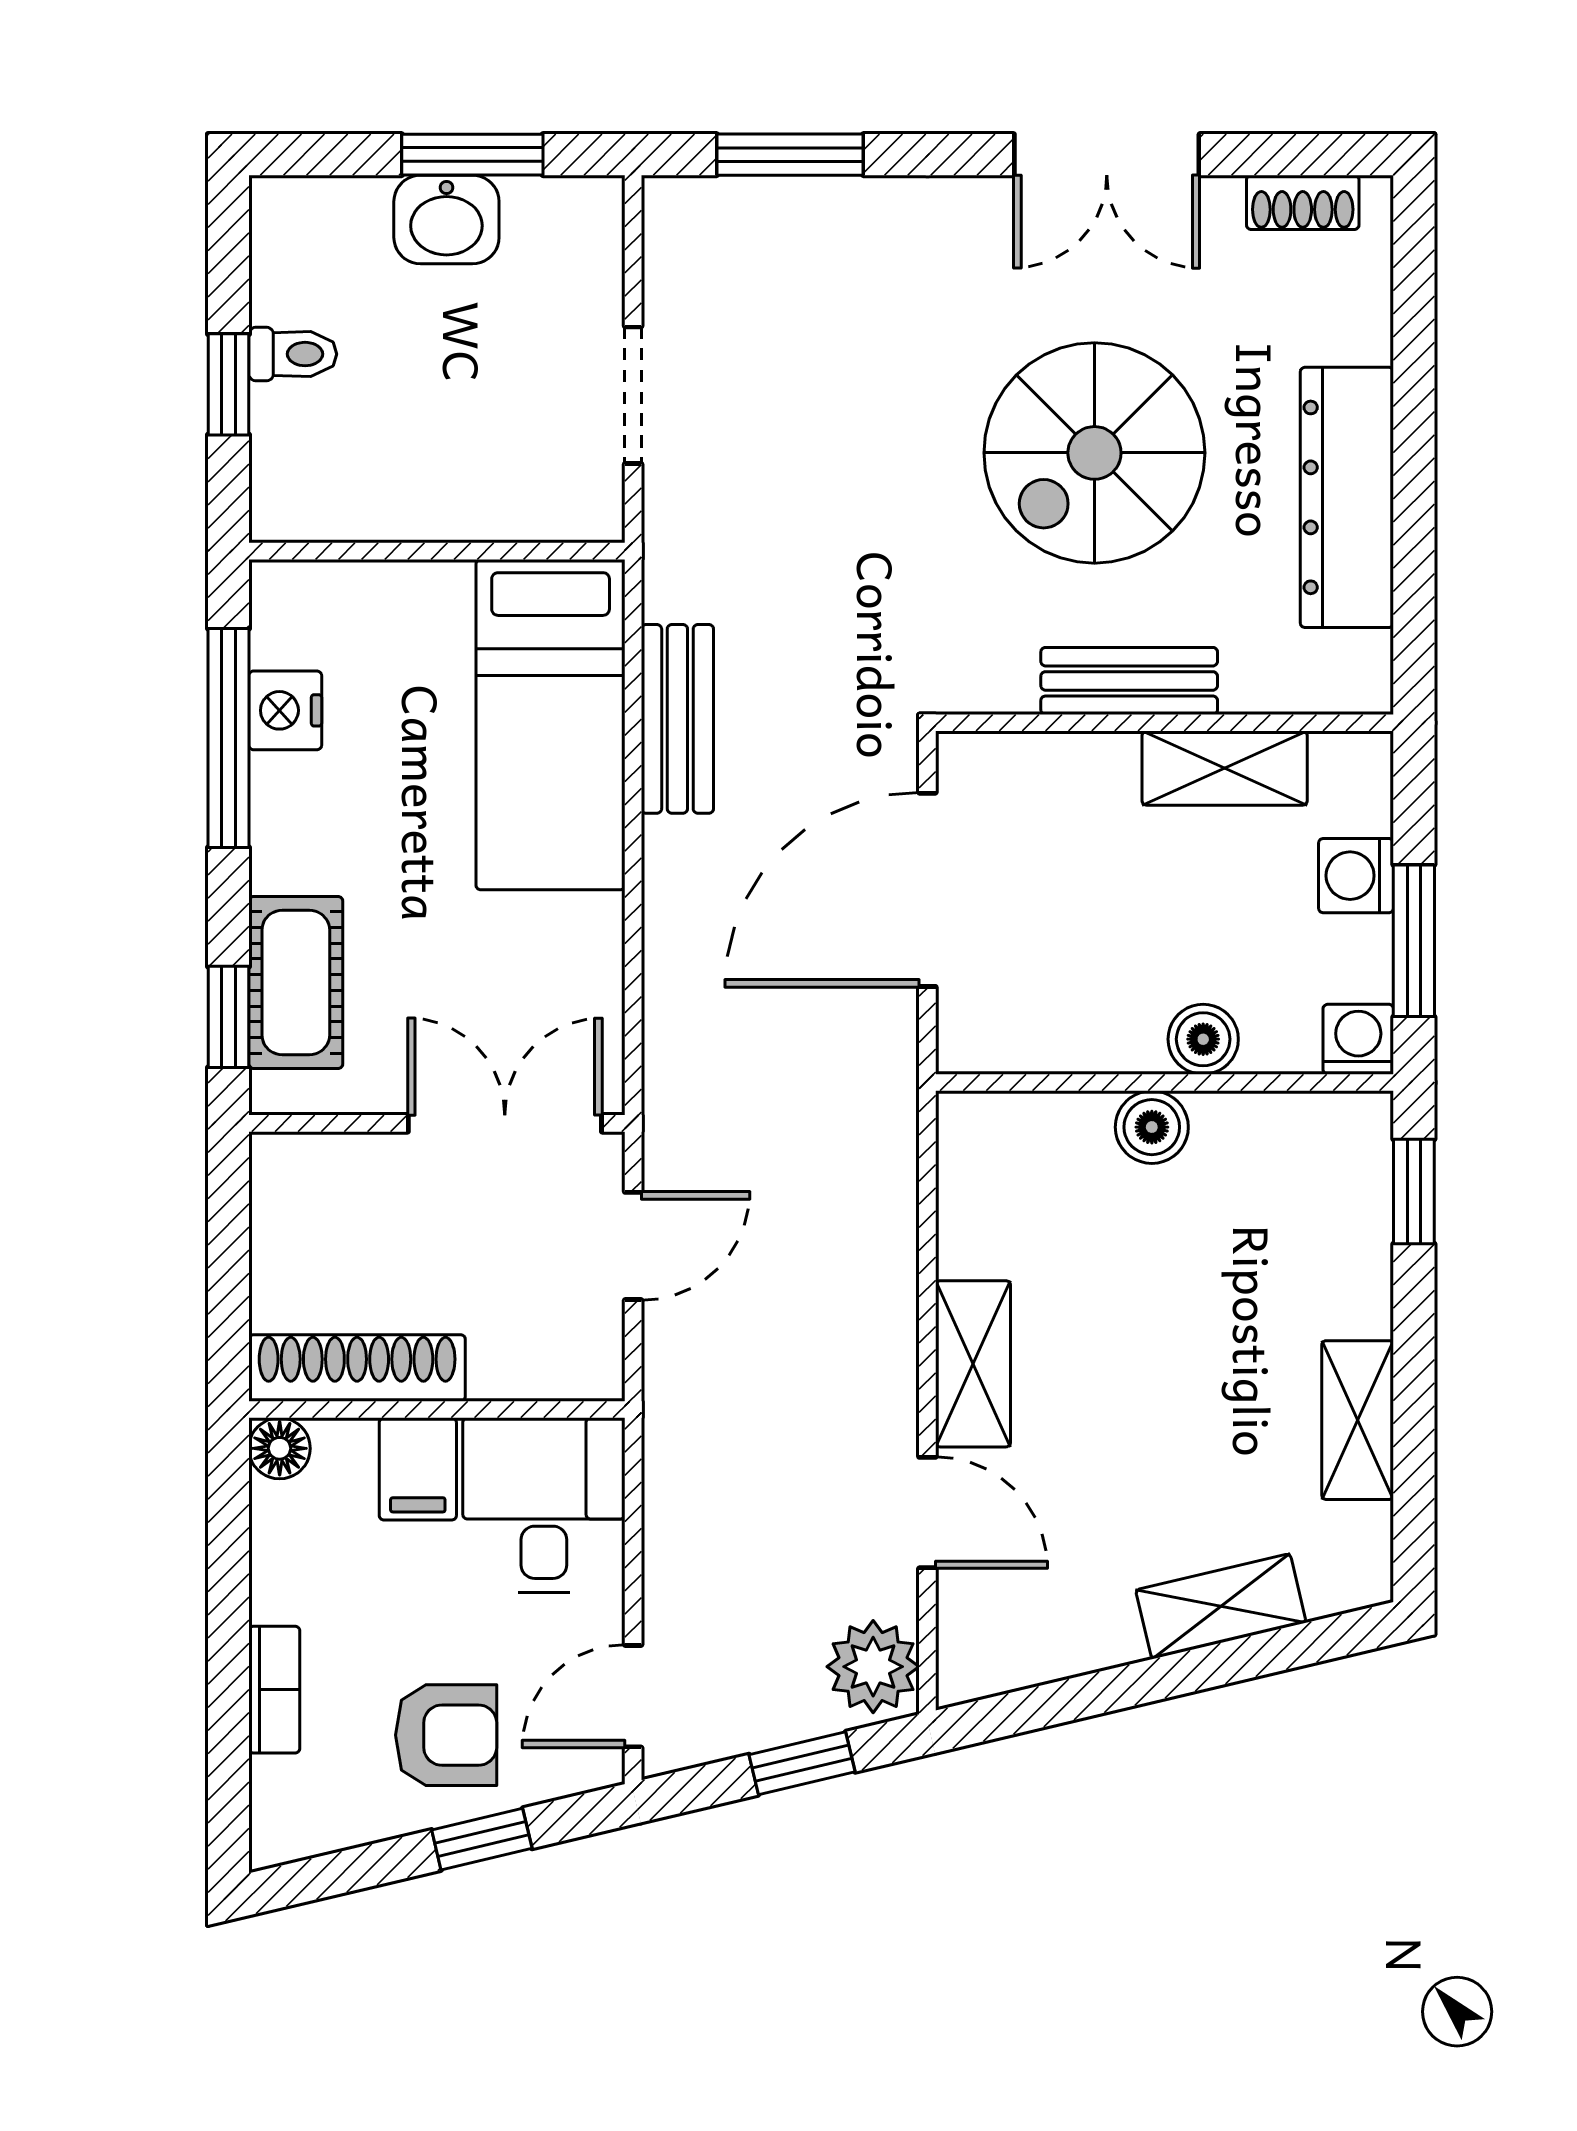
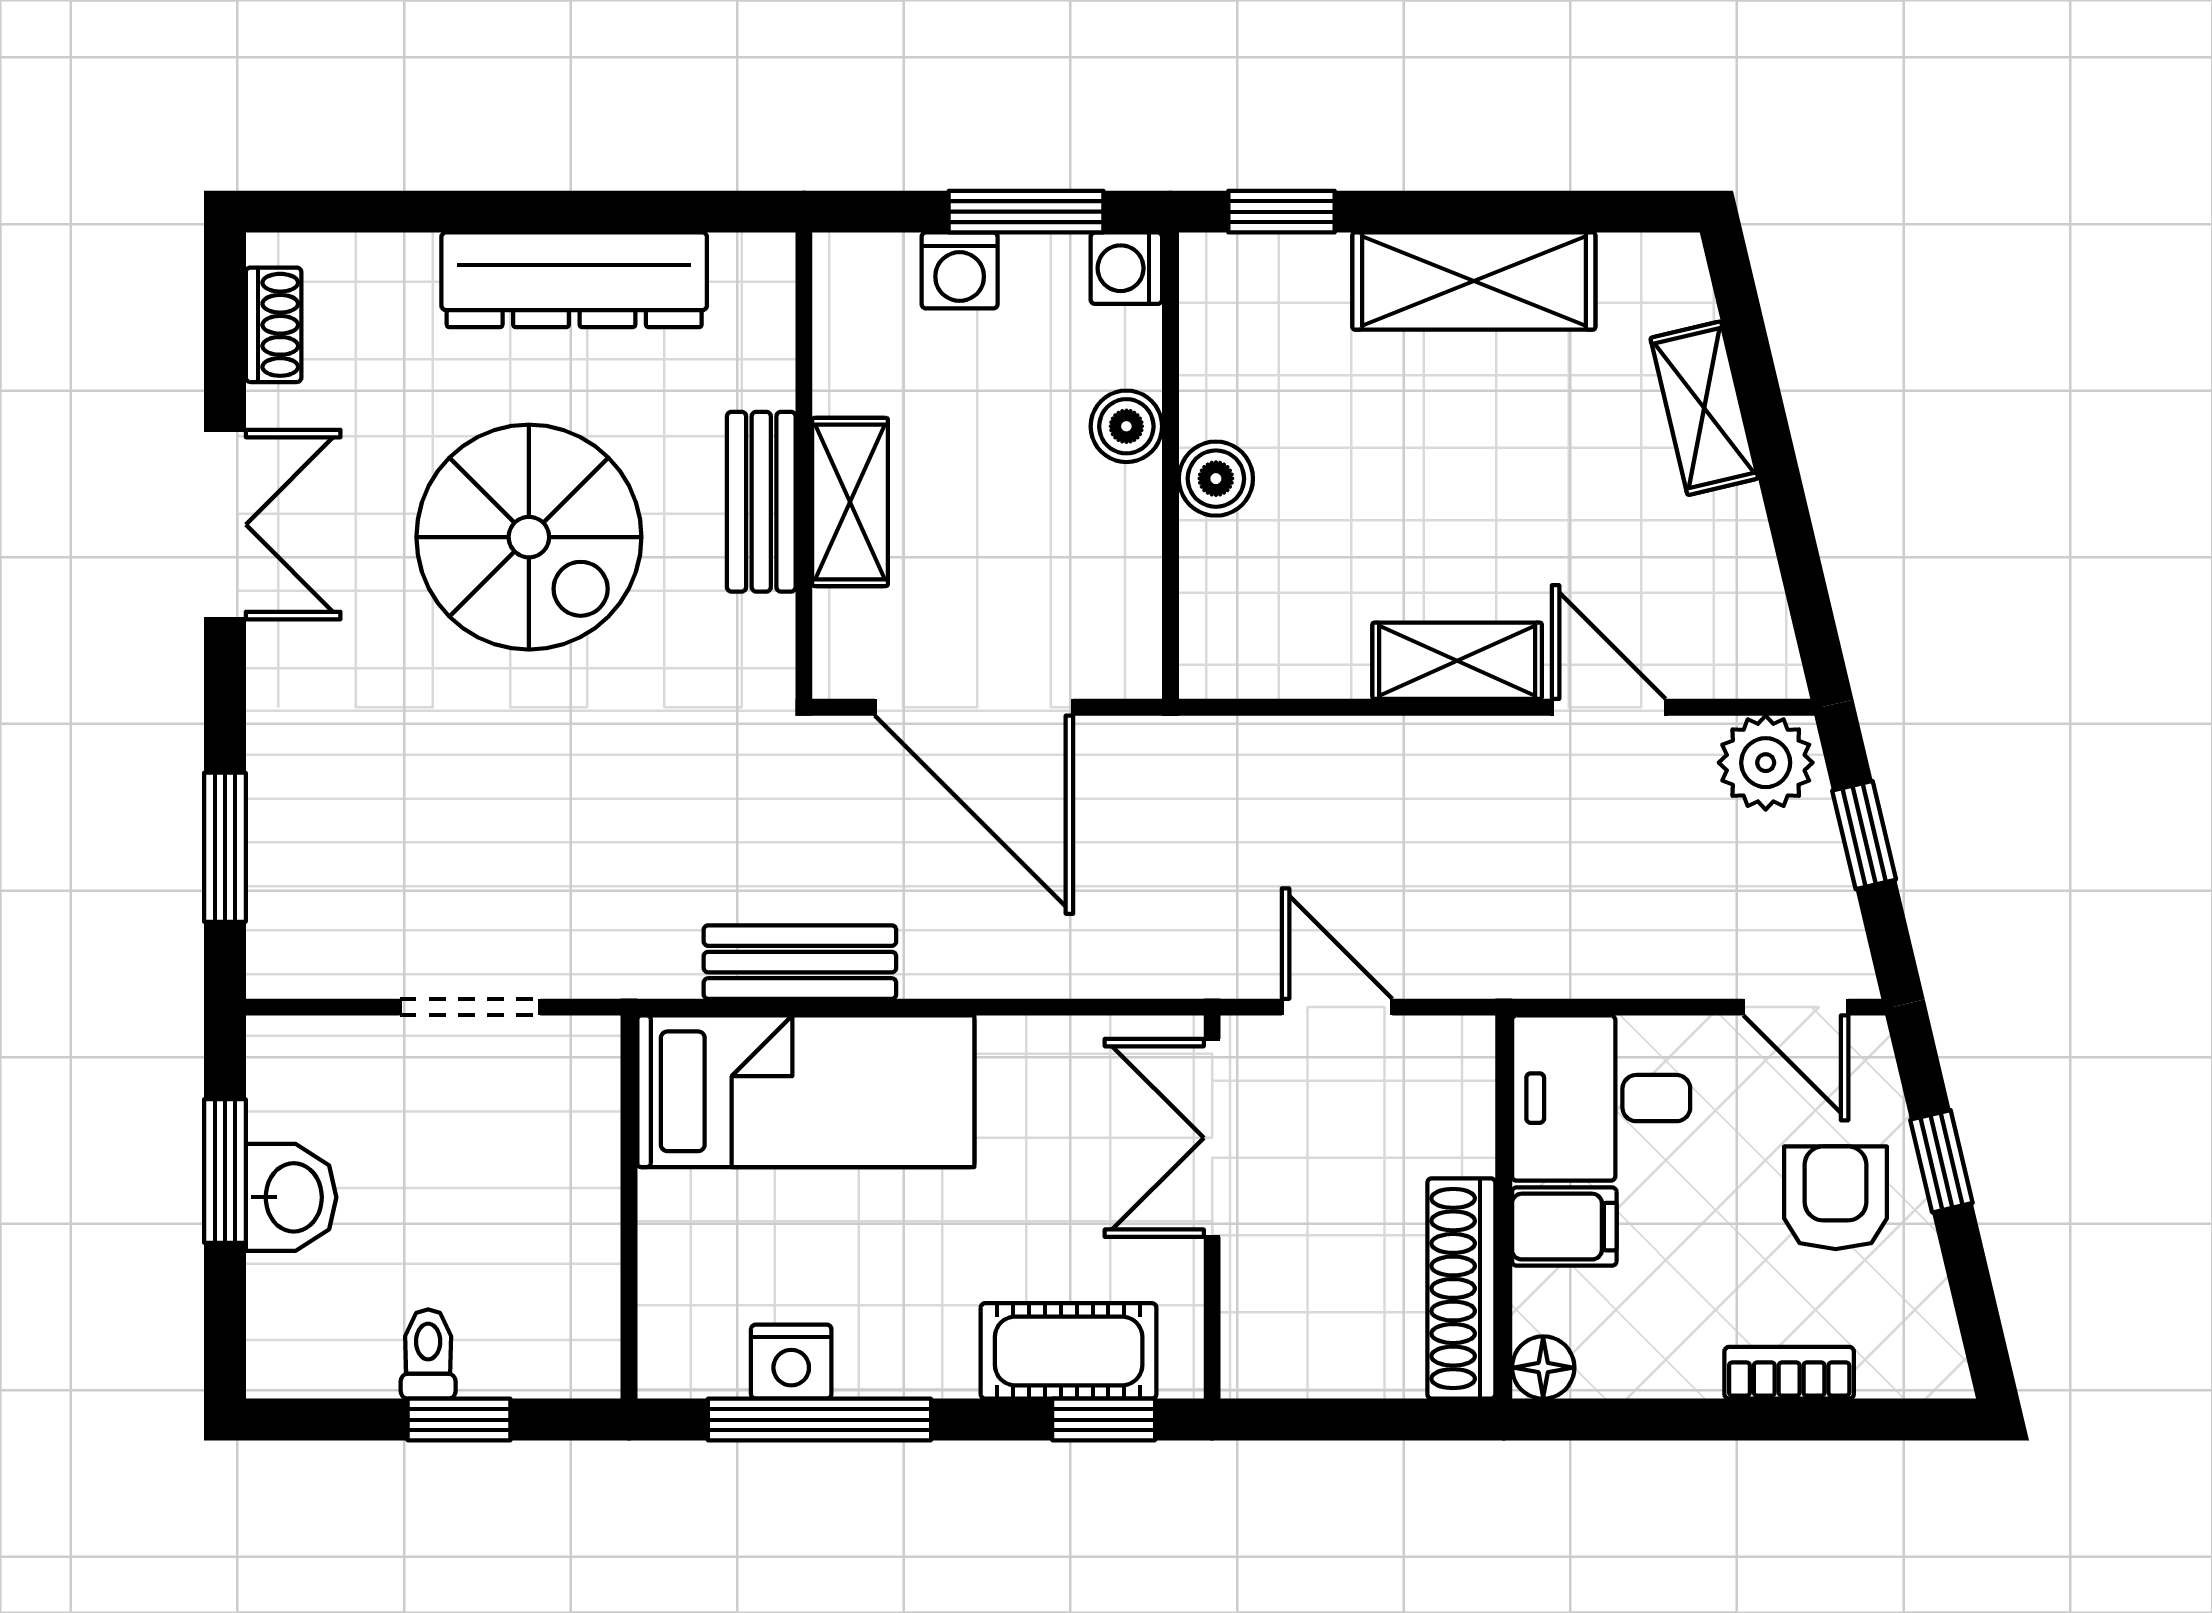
shelving: (1225, 768) -> (850, 502), moved
shelving: (1358, 1420) -> (1474, 281), width x1.50, depth x1.33
door: (927, 1513) -> (1609, 707), hinge flipped

